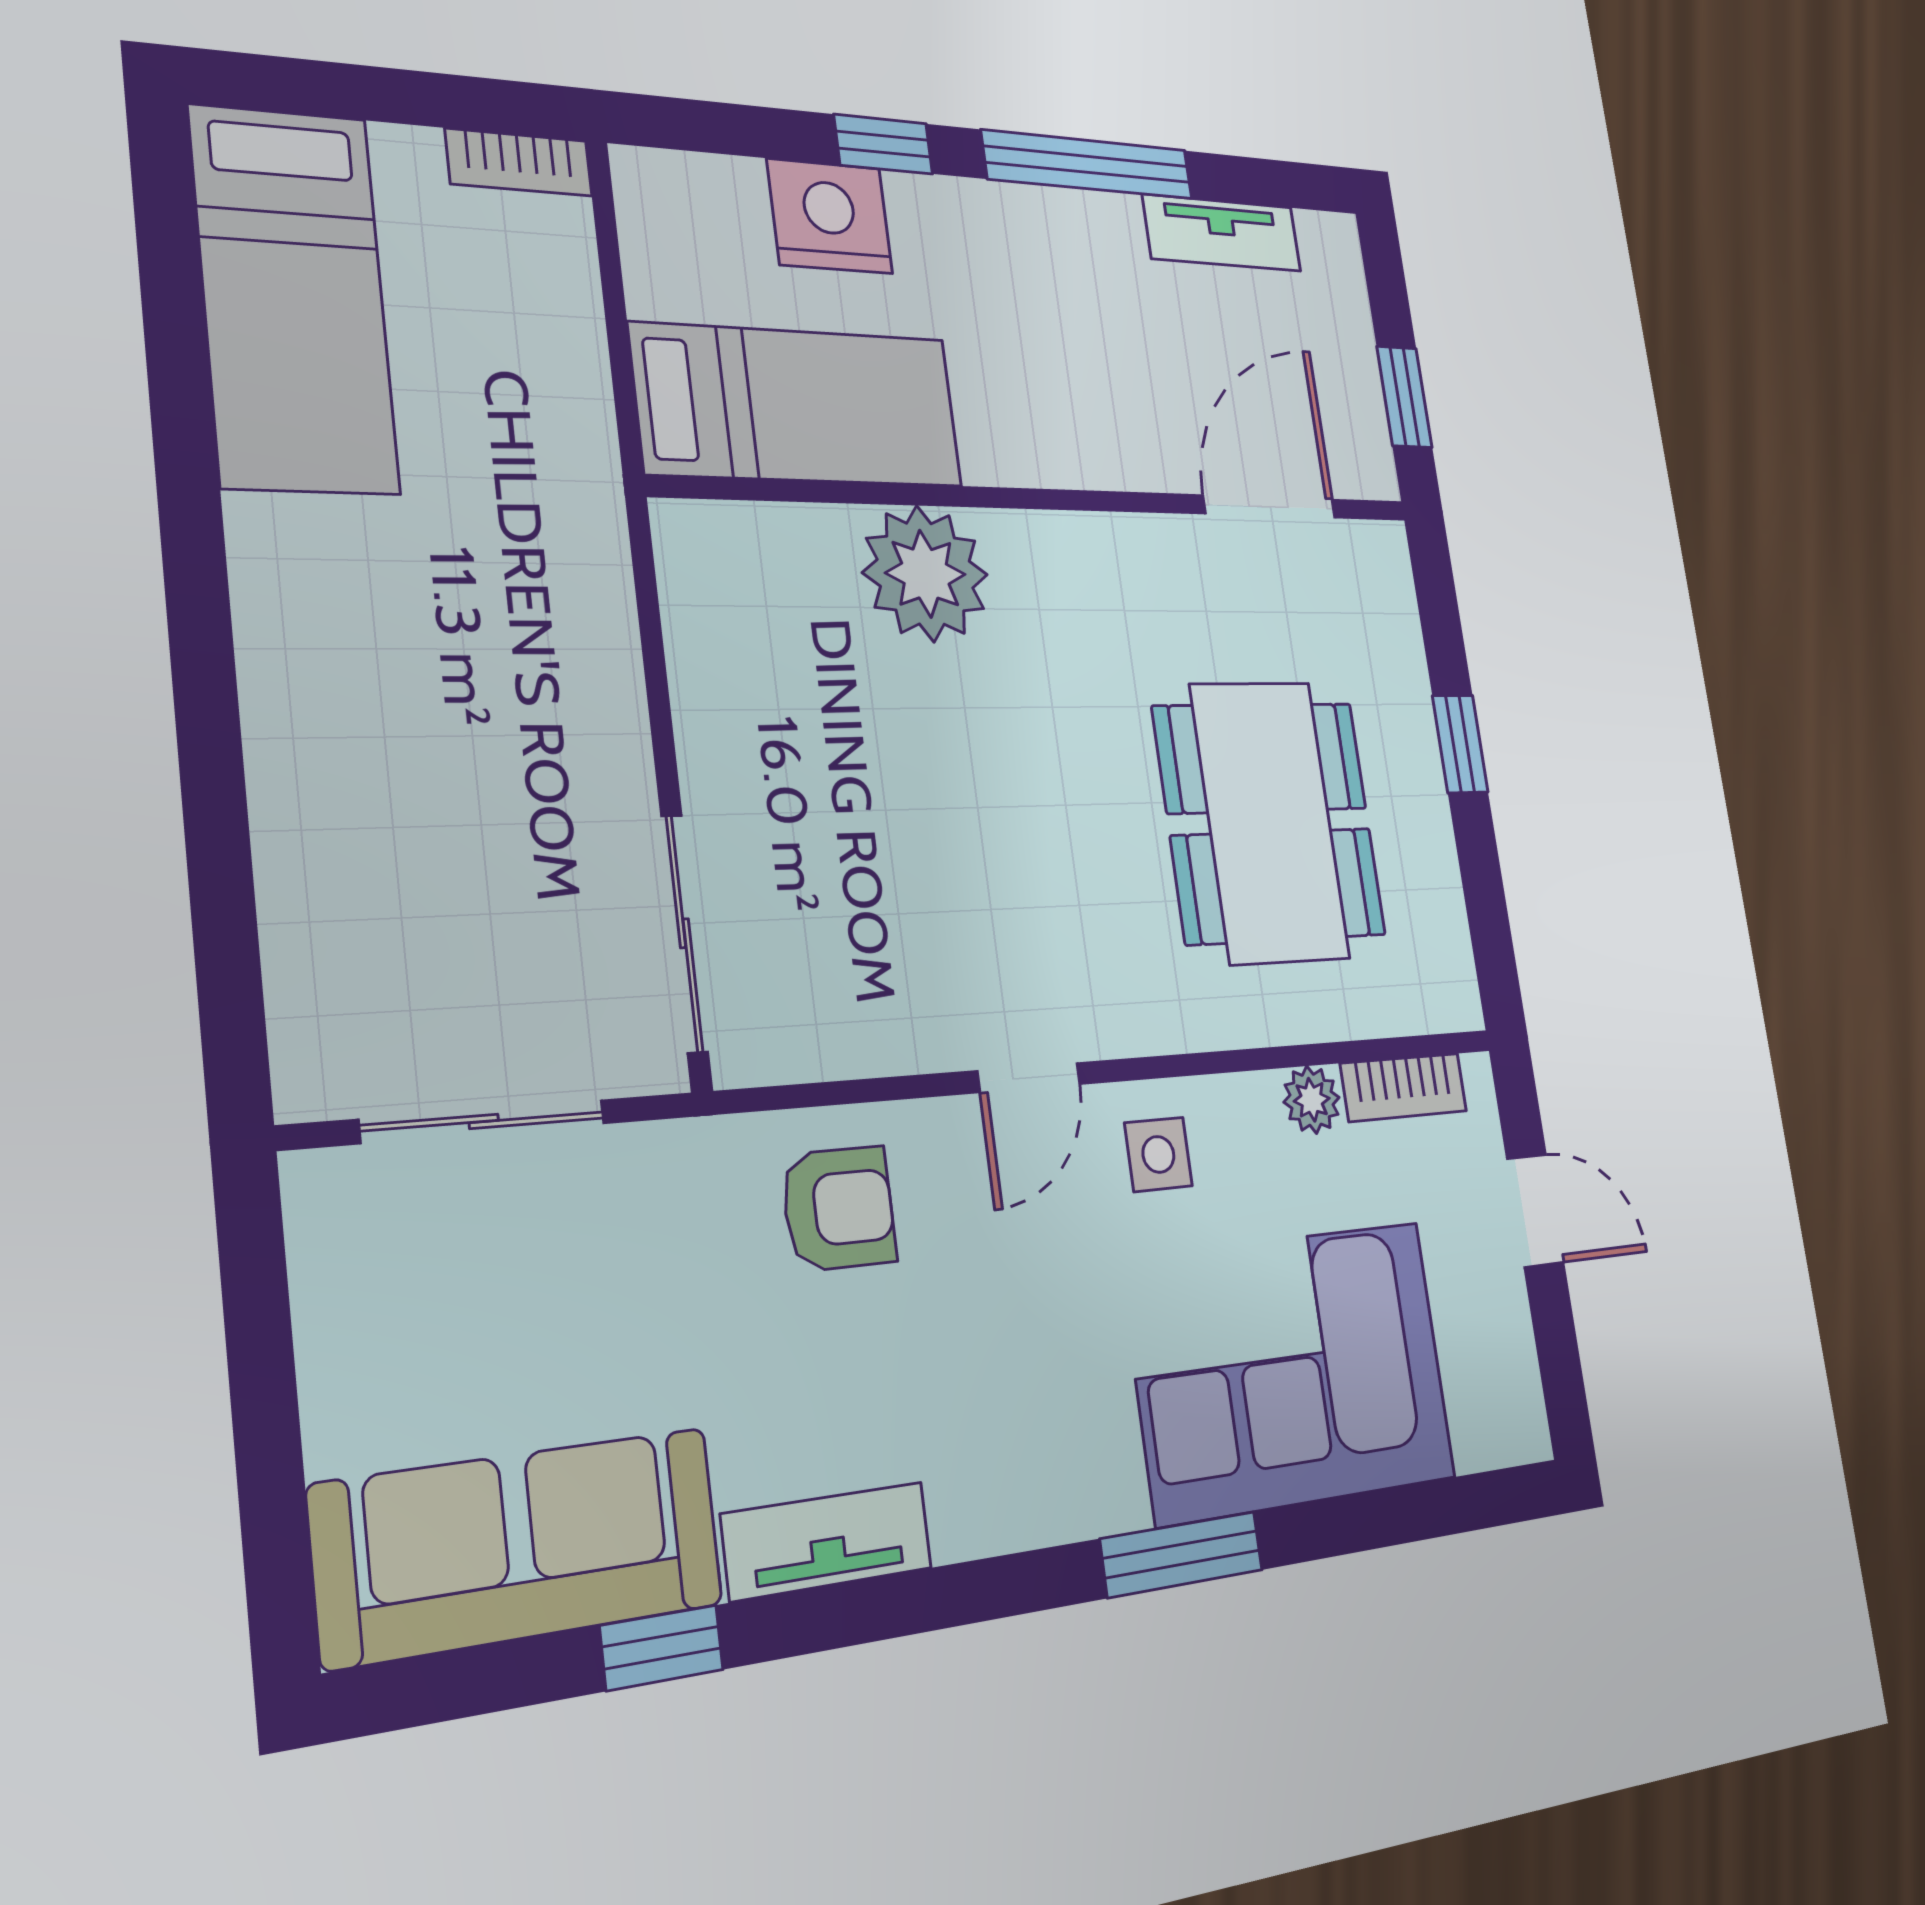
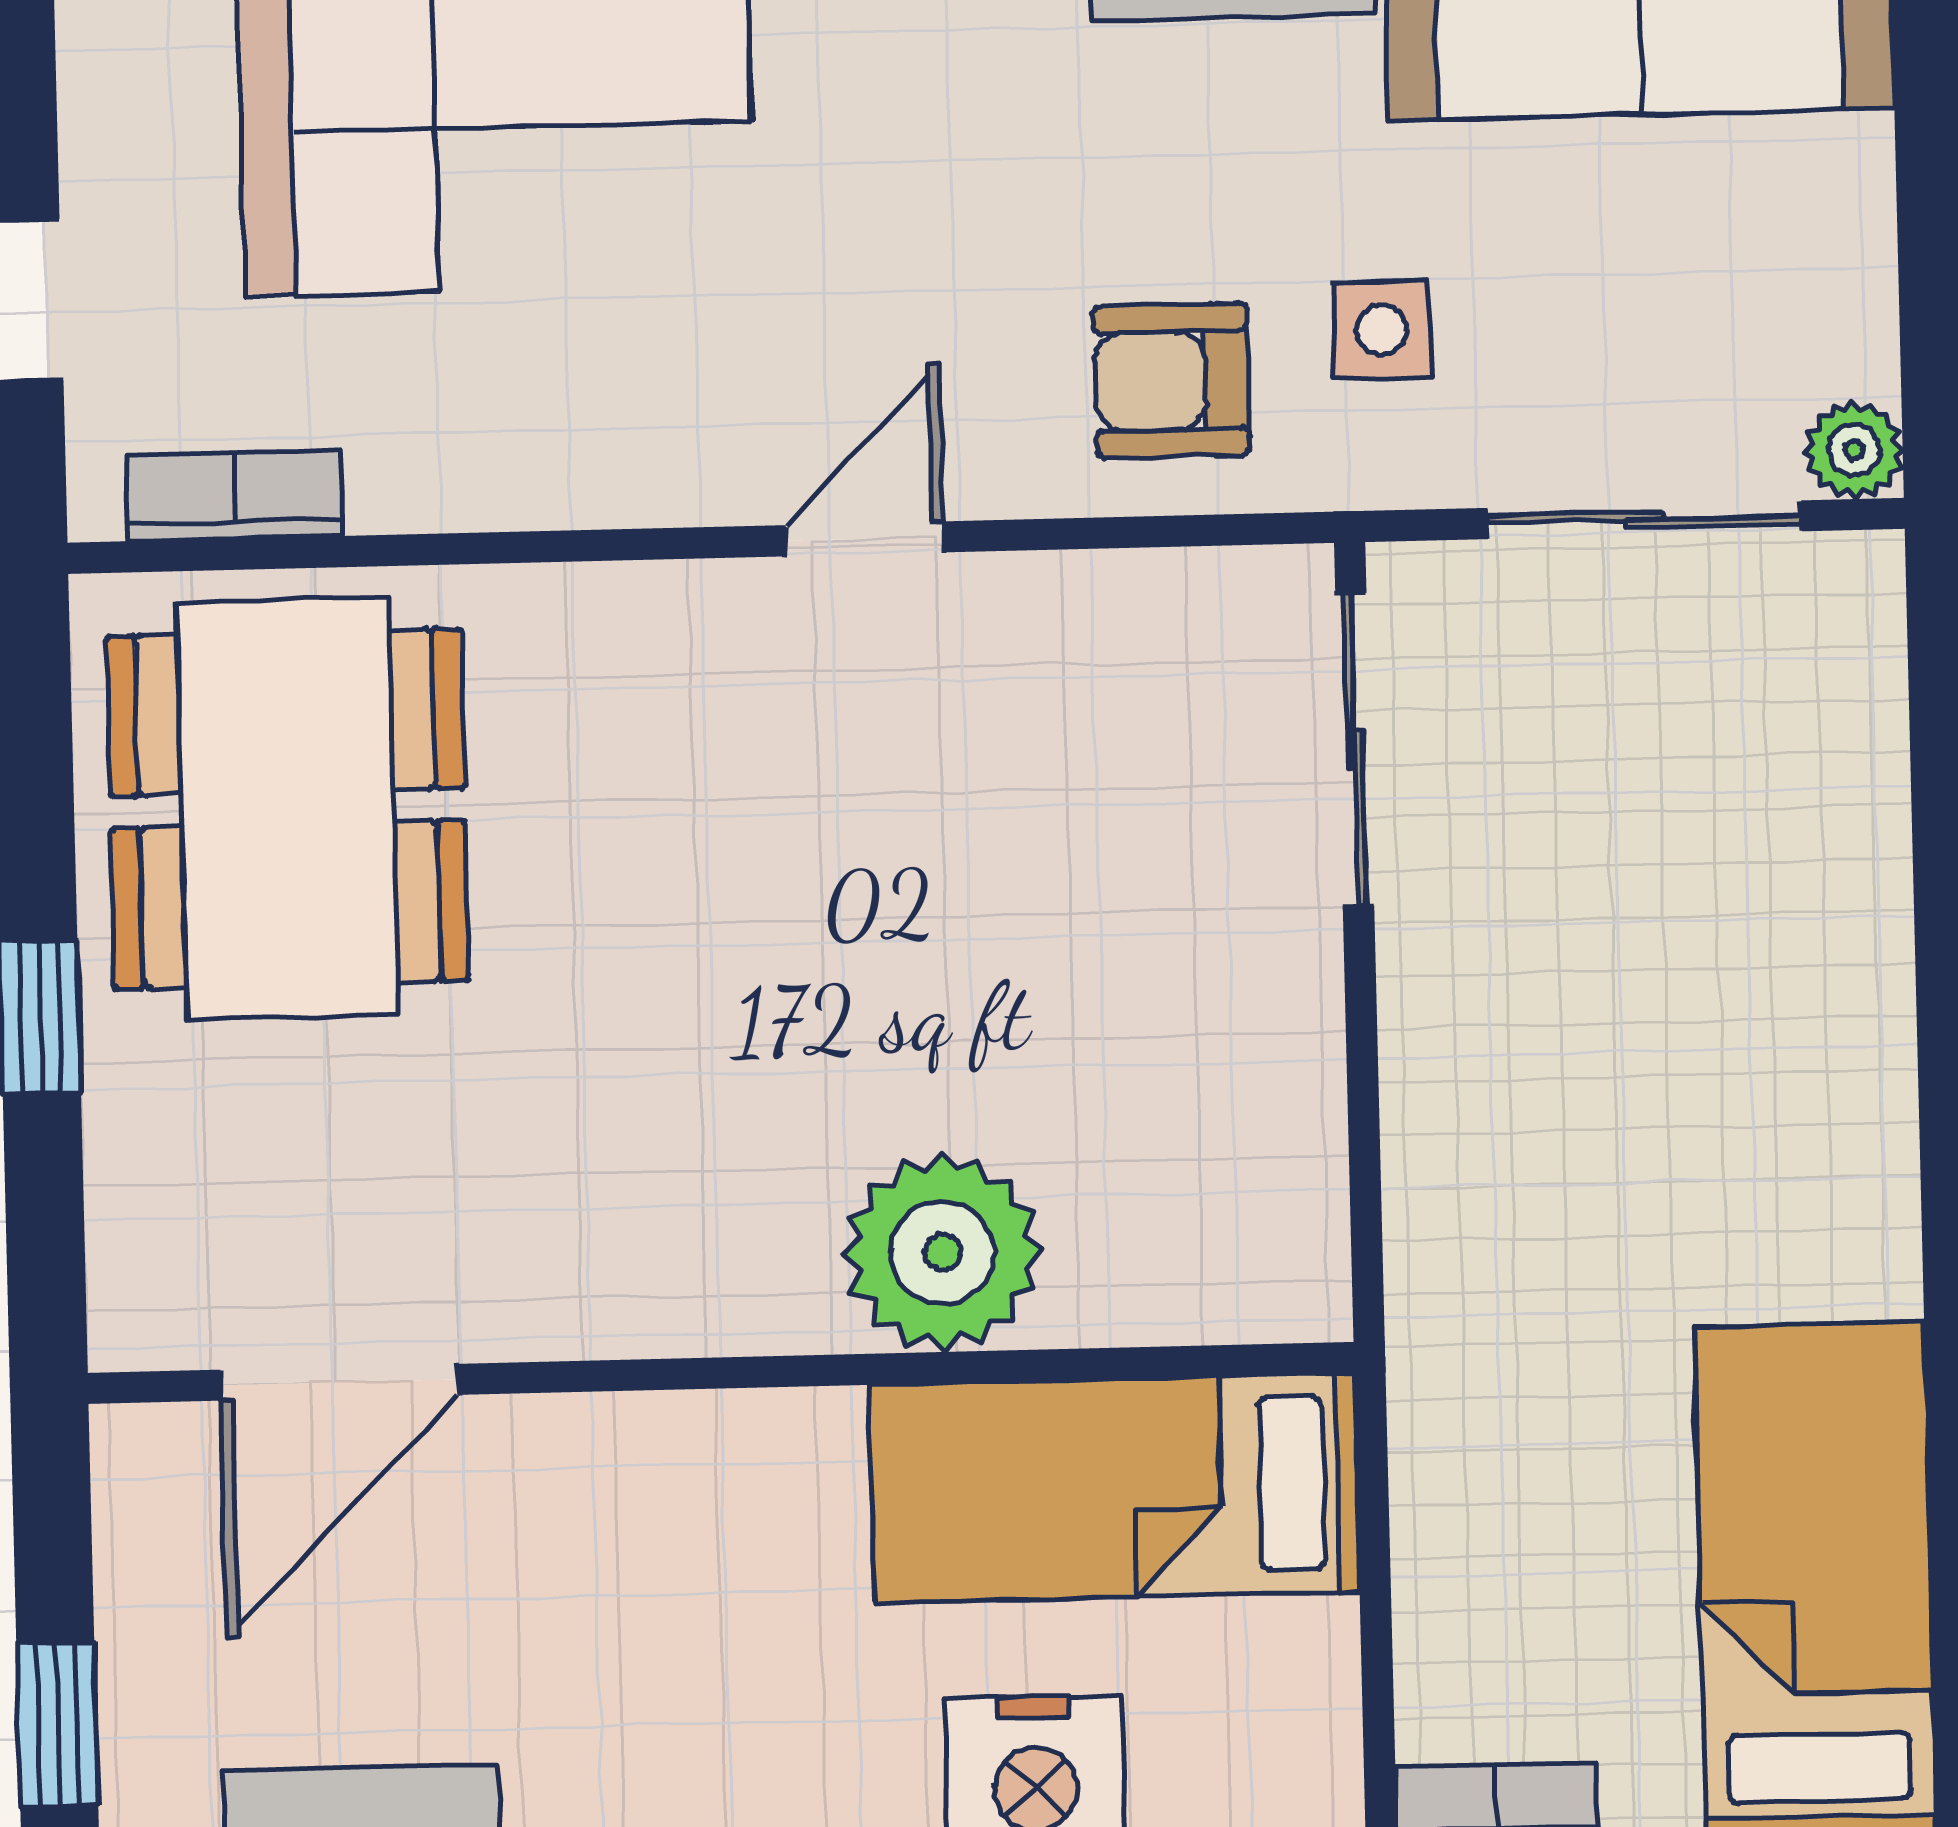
window: (1404, 397) -> (57, 1724), moved
dining table: (1270, 822) -> (288, 808), moved
plant: (1312, 1100) -> (1854, 450), moved
side table: (1158, 1154) -> (1381, 330), moved

